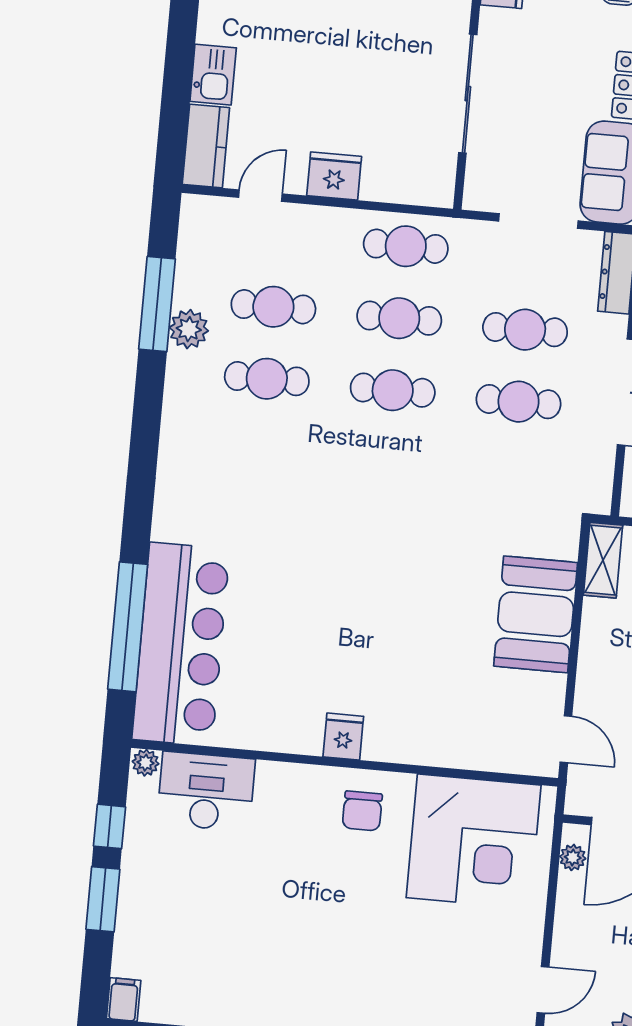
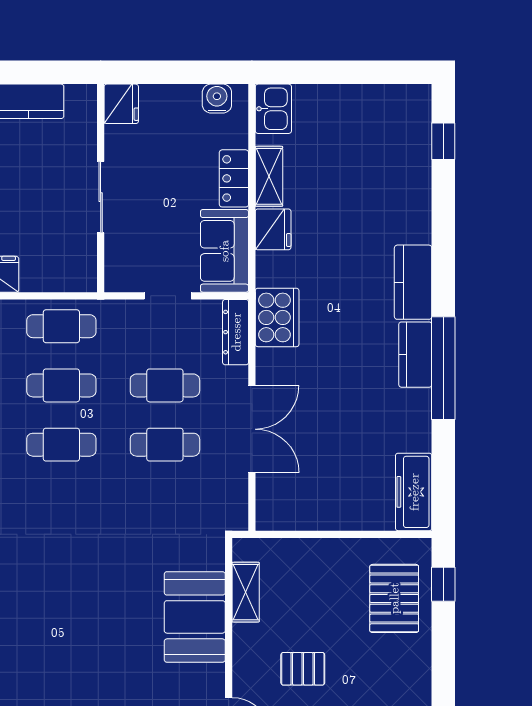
sliding door: (468, 94) -> (101, 197), width x0.73
doorway: (538, 221) -> (168, 296), width x0.73
shelving: (603, 560) -> (246, 592), moved

